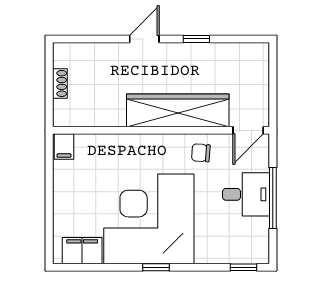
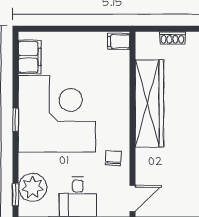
wardrobe: (178, 110) -> (149, 103), moved
door: (248, 130) -> (132, 198), swing flipped
plant: (235, 247) -> (33, 187), added

